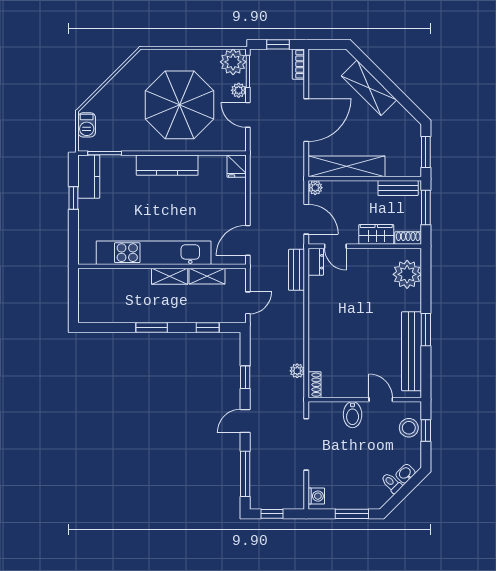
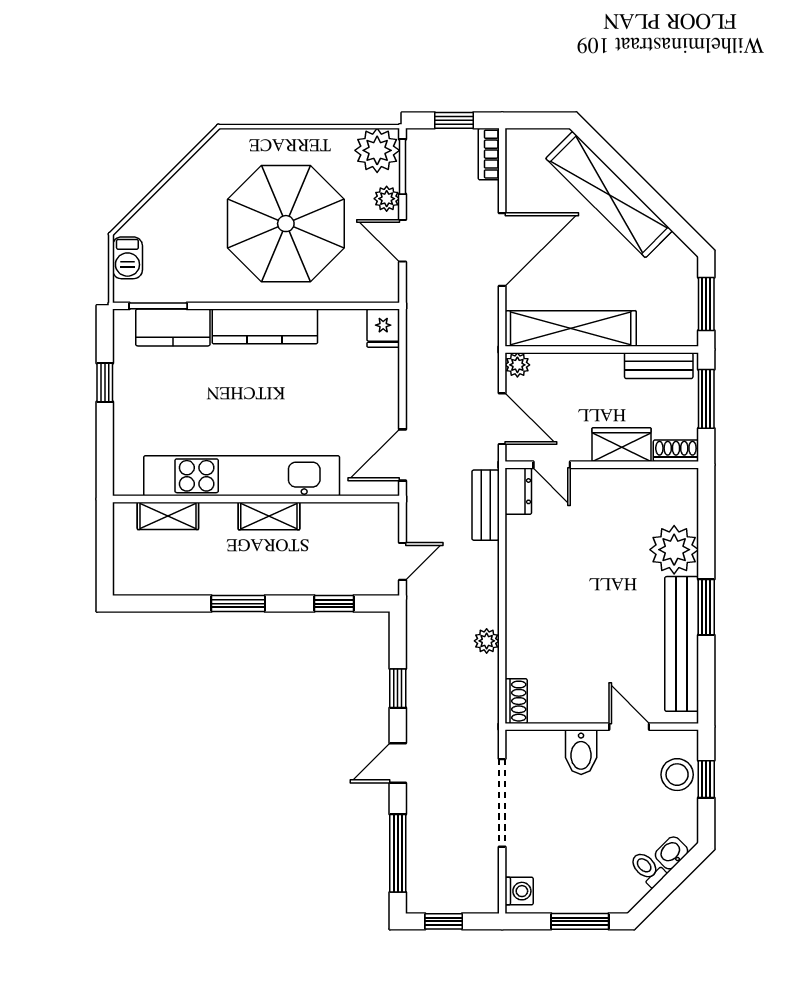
shelving: (369, 88) -> (609, 195), width x1.47
kitchen counter: (89, 177) -> (173, 328), moved, turned 90
plant: (407, 274) -> (674, 550), moved
shelving: (207, 276) -> (168, 516), moved
plant: (297, 371) -> (487, 641), moved

